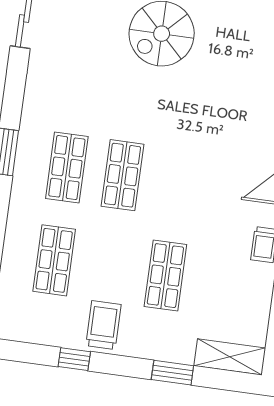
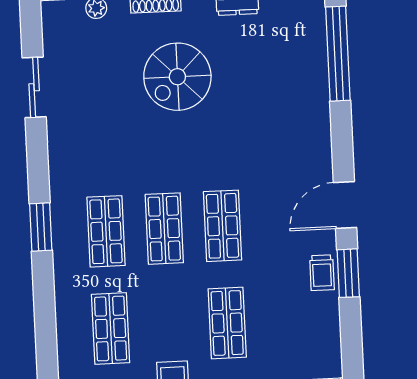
shop shelf: (178, 183) -> (223, 226), added

